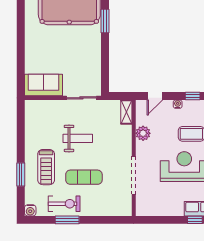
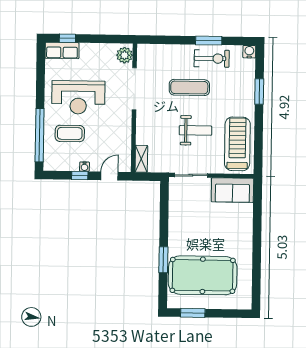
window: (193, 96) -> (80, 176), moved
plant: (143, 133) -> (124, 55), moved
weight bench: (78, 138) -> (195, 130), turned 180
treadmill: (46, 167) -> (237, 144), moved, width x1.37, depth x1.38
exercise bike: (64, 204) -> (212, 59), turned 180

